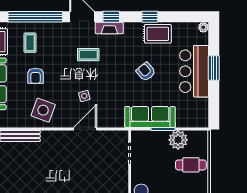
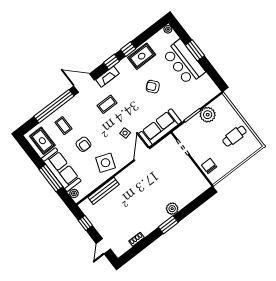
window: (111, 17) -> (112, 62), moved
sofa: (150, 117) -> (160, 128), moved
cafe table: (191, 165) -> (234, 136), moved

